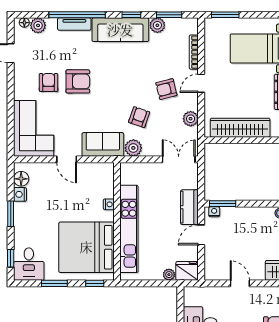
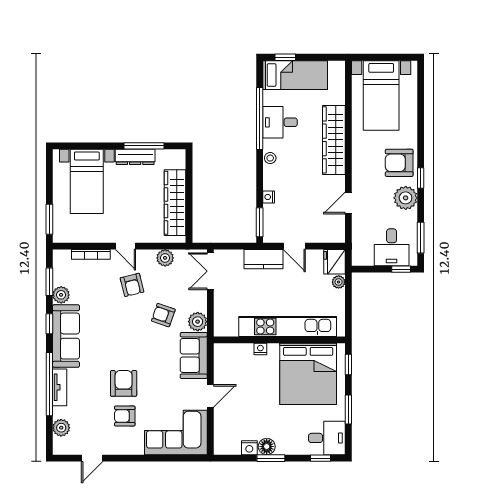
floor lamp: (24, 23) -> (58, 443), removed
floor lamp: (21, 179) -> (267, 447), moved
nightstand: (214, 212) -> (269, 197), moved

